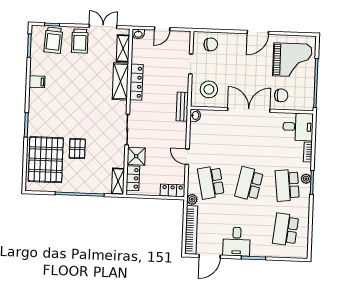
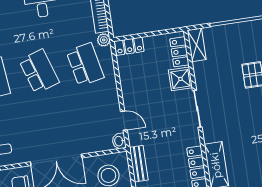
bench: (182, 107) -> (139, 164), moved
door: (187, 157) -> (124, 121), moved
school desk: (249, 184) -> (39, 71), turned -30

